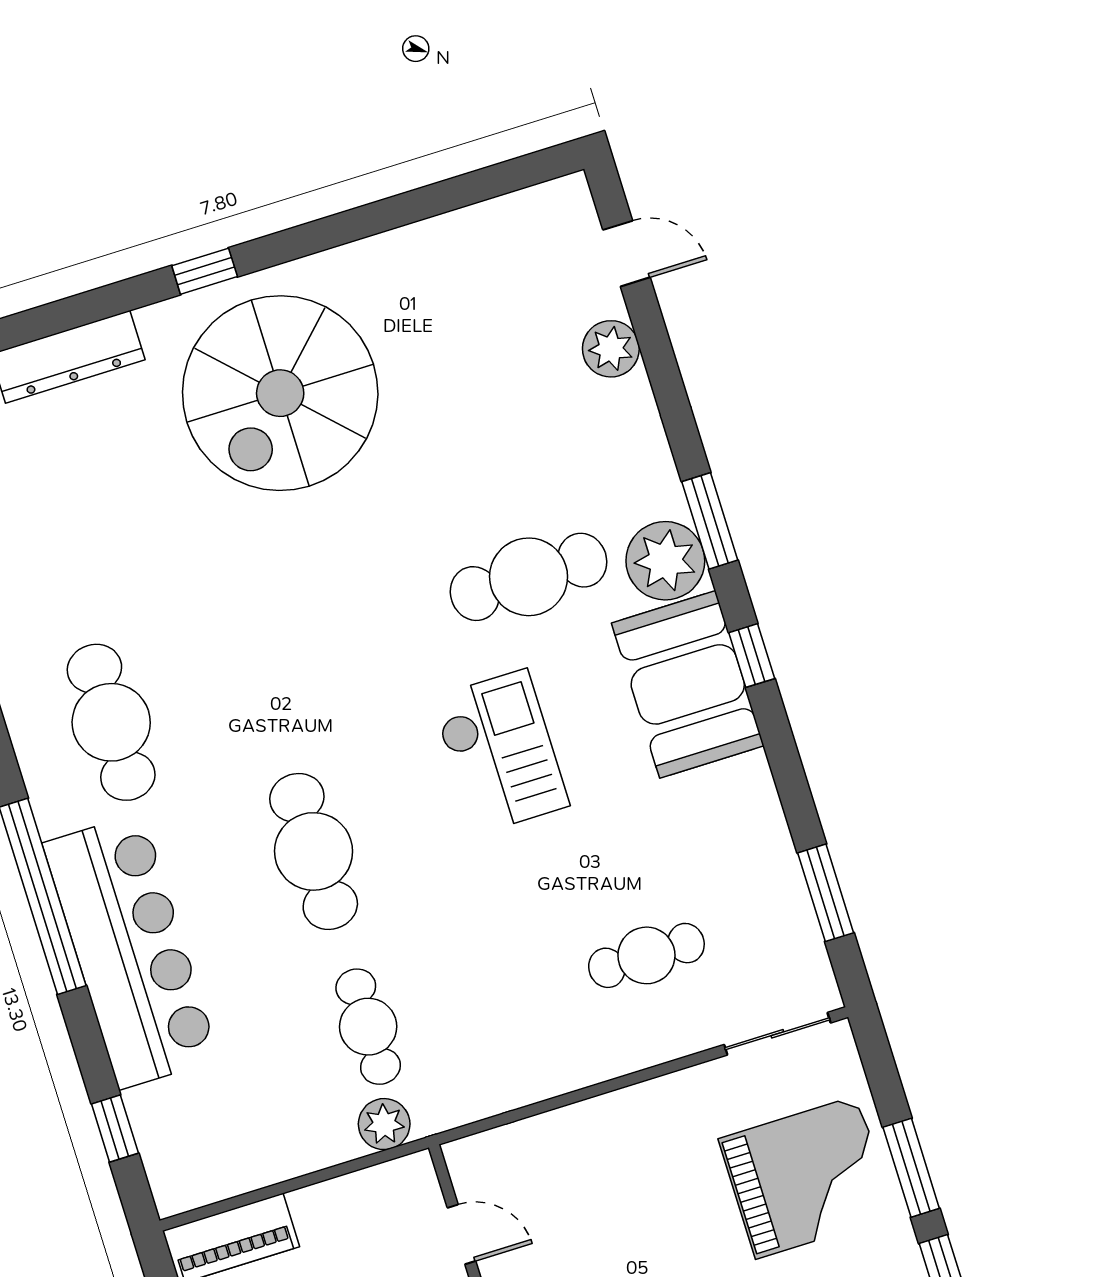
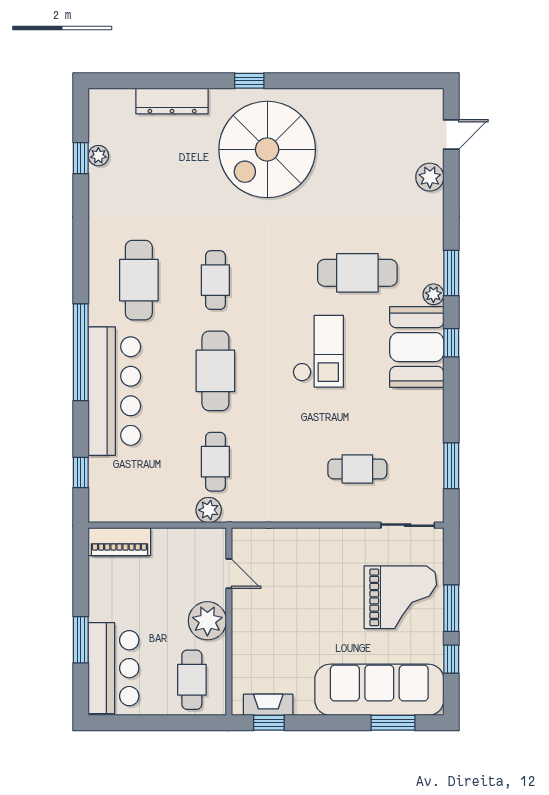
door: (626, 254) -> (451, 134), hinge flipped
plant: (665, 561) -> (433, 294), width x0.53, depth x0.53
cafe table: (259, 676) -> (215, 280), added

